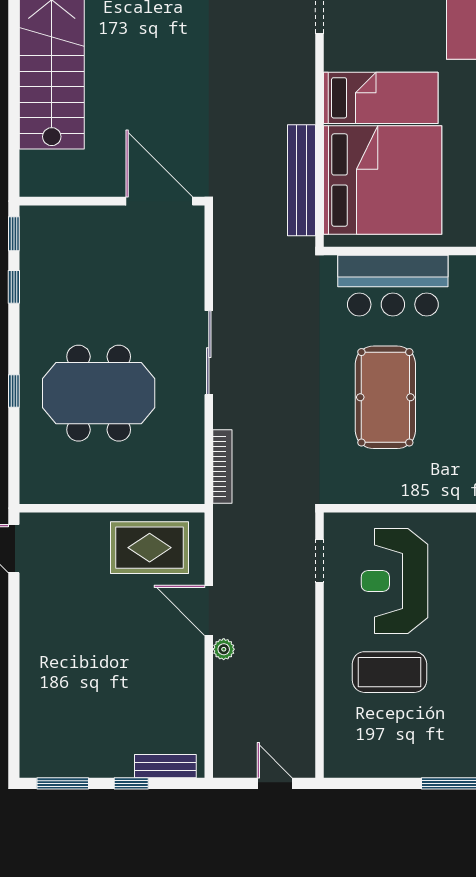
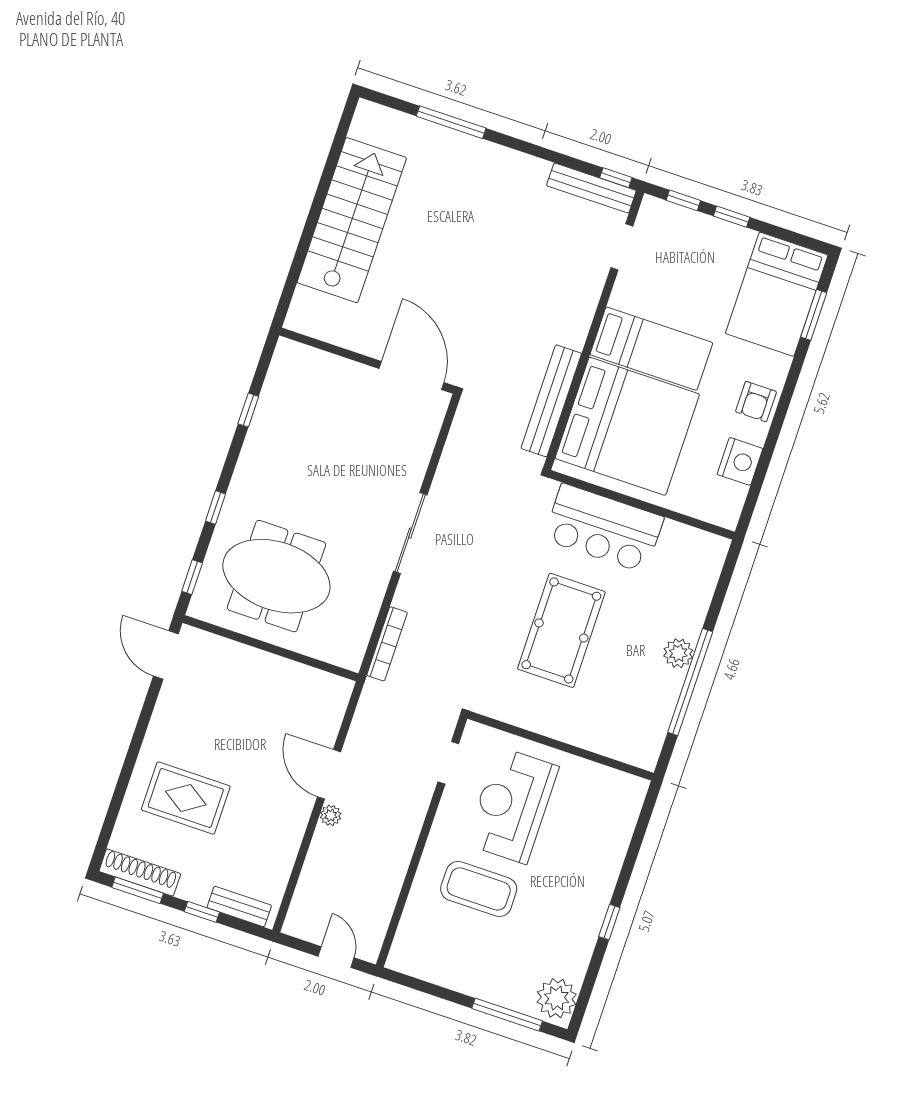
window: (14, 234) -> (192, 577), moved
meeting table: (99, 393) -> (276, 576), moved
rug: (150, 548) -> (186, 798), moved
shoe rack: (59, 766) -> (140, 872), added

